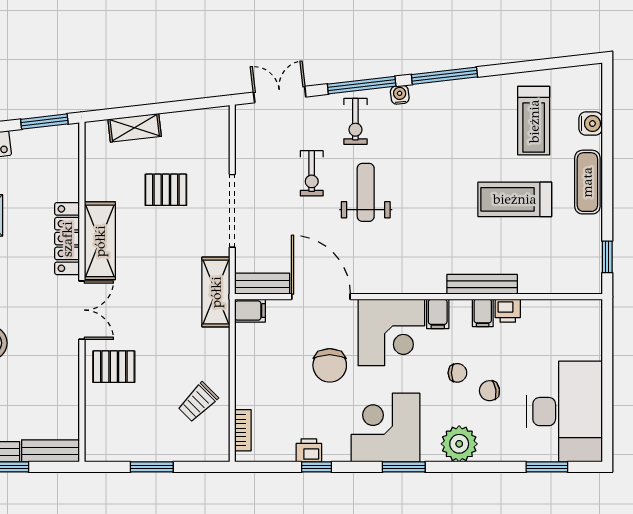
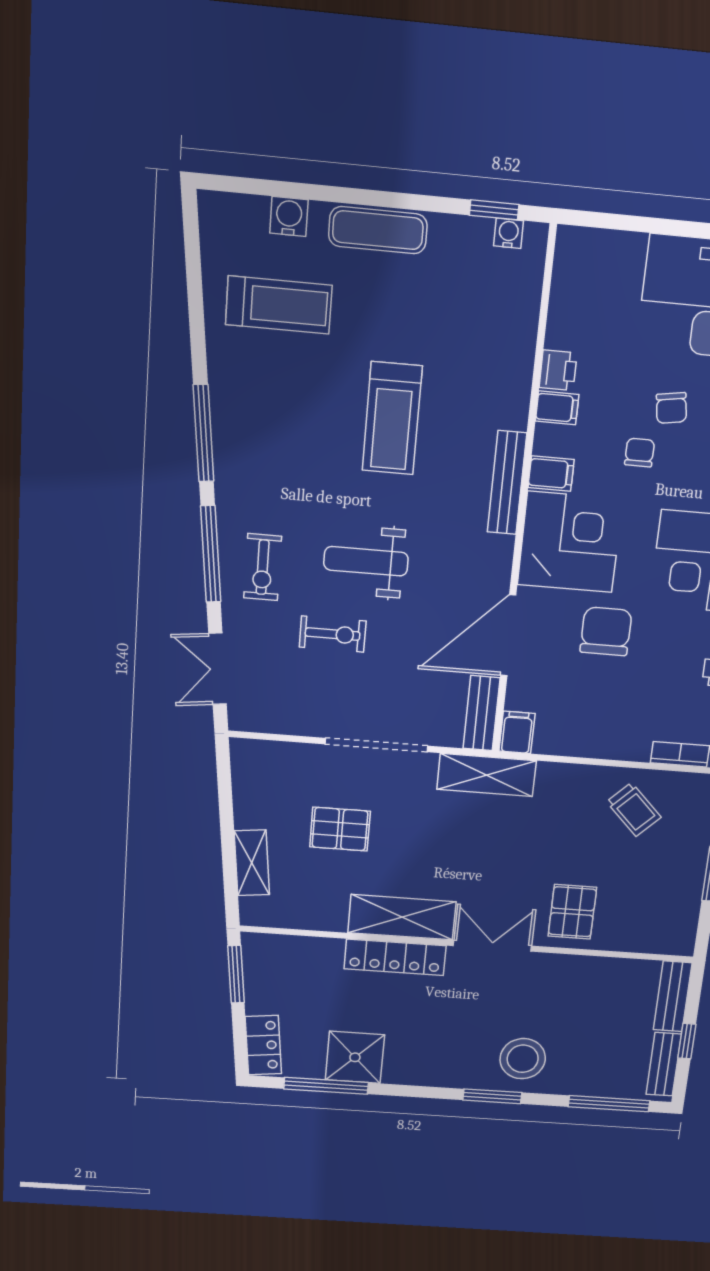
water cooler: (400, 95) -> (509, 233), moved, turned 97
exercise bike: (355, 121) -> (263, 567), turned 90
pallet: (166, 190) -> (340, 829), turned 90
treadmill: (515, 199) -> (392, 418), moved
bench: (482, 284) -> (507, 483), moved
chair: (330, 365) -> (606, 631), turned -90

